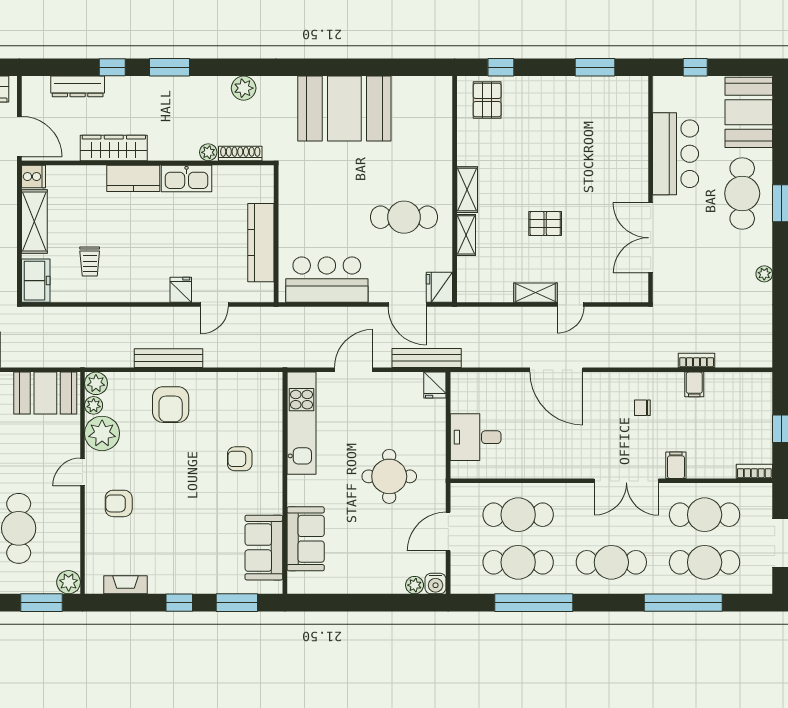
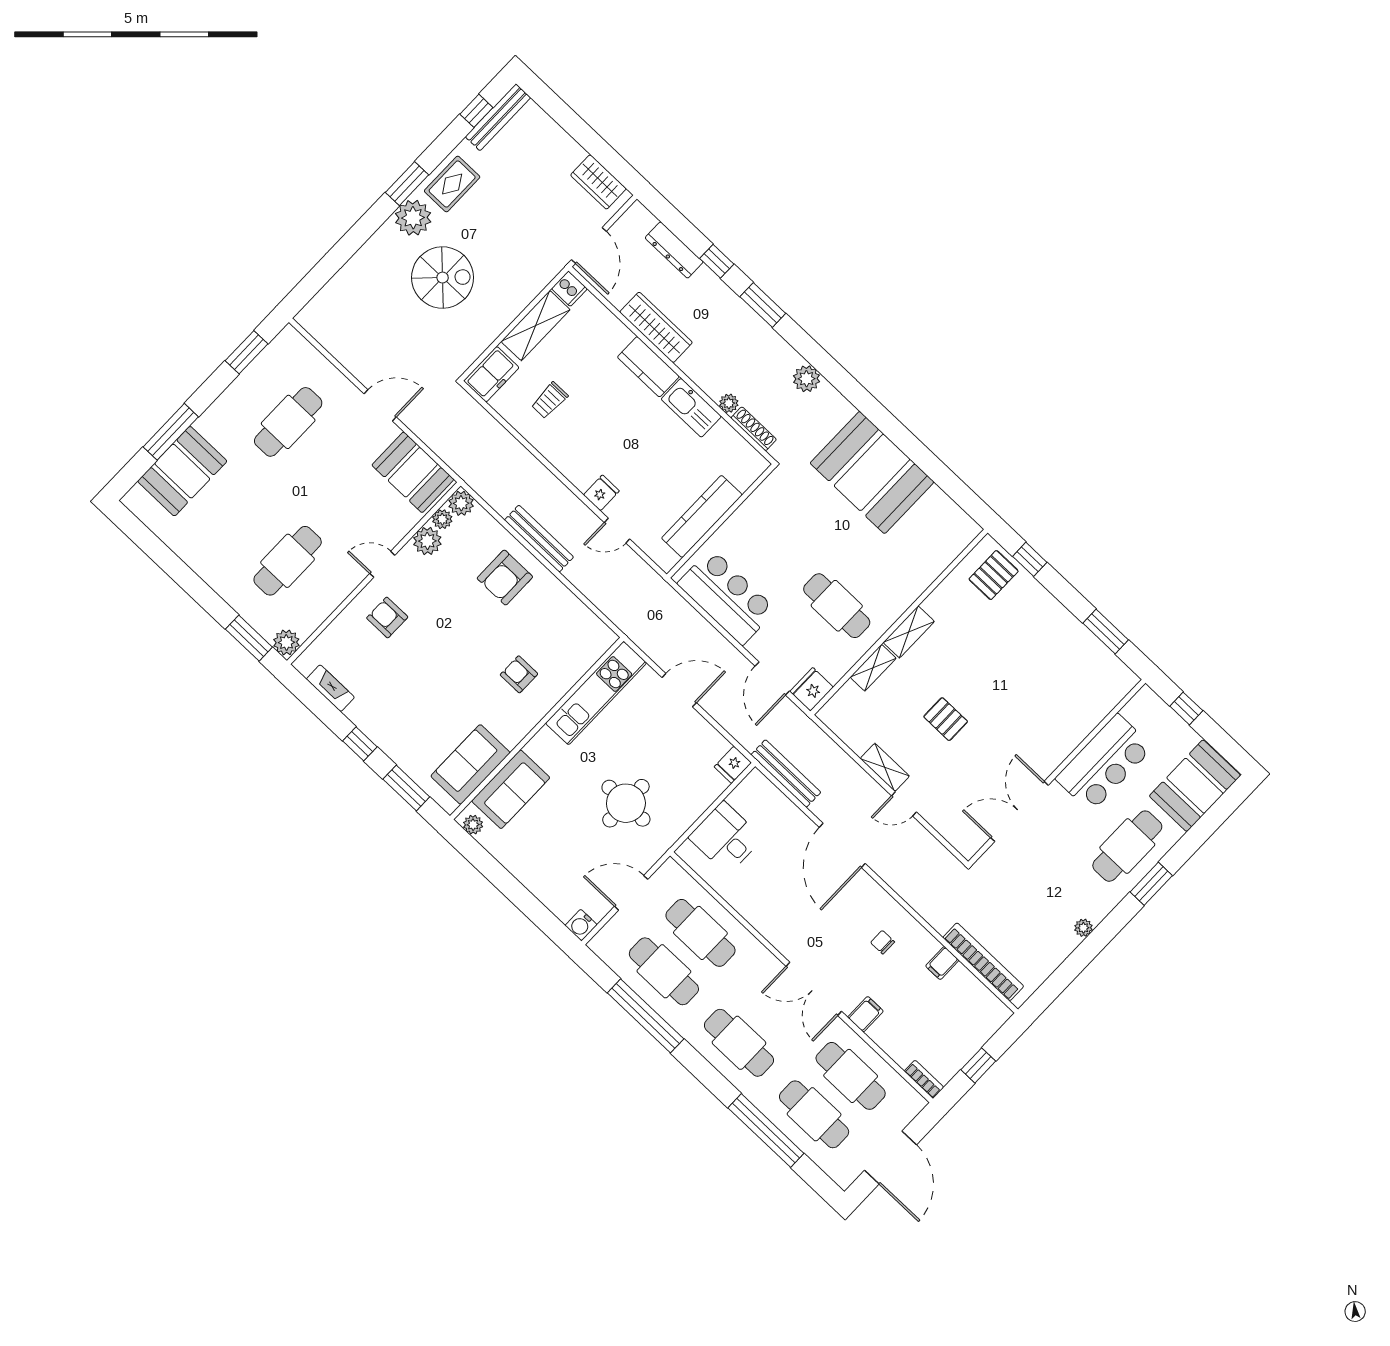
bench: (427, 358) -> (786, 774), moved
bookcase: (697, 360) -> (983, 962), width x2.31, depth x1.31
plant: (102, 433) -> (427, 541), width x0.73, depth x0.73
plant: (415, 585) -> (473, 825), moved

